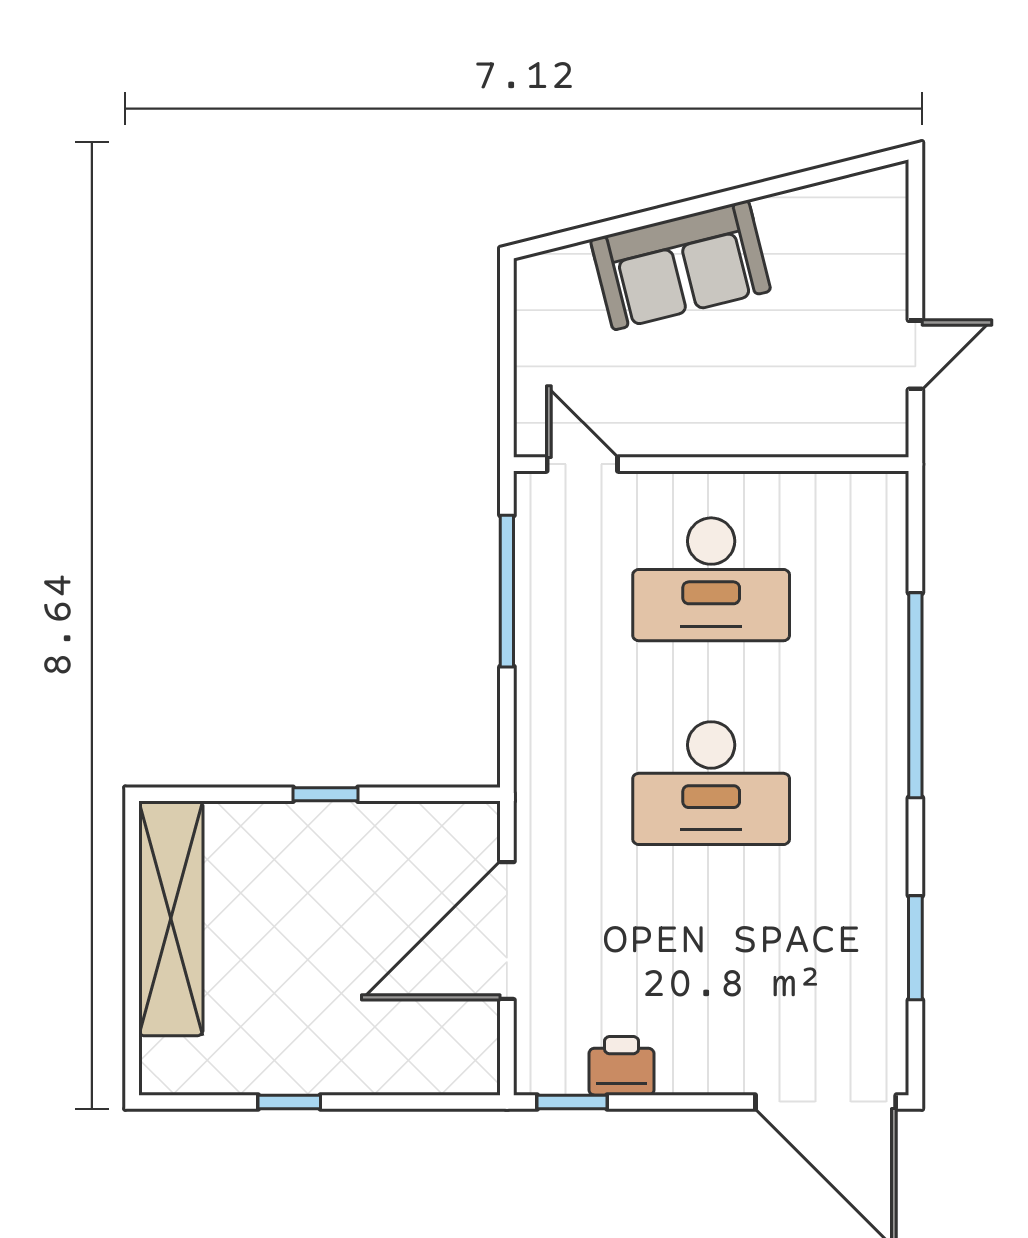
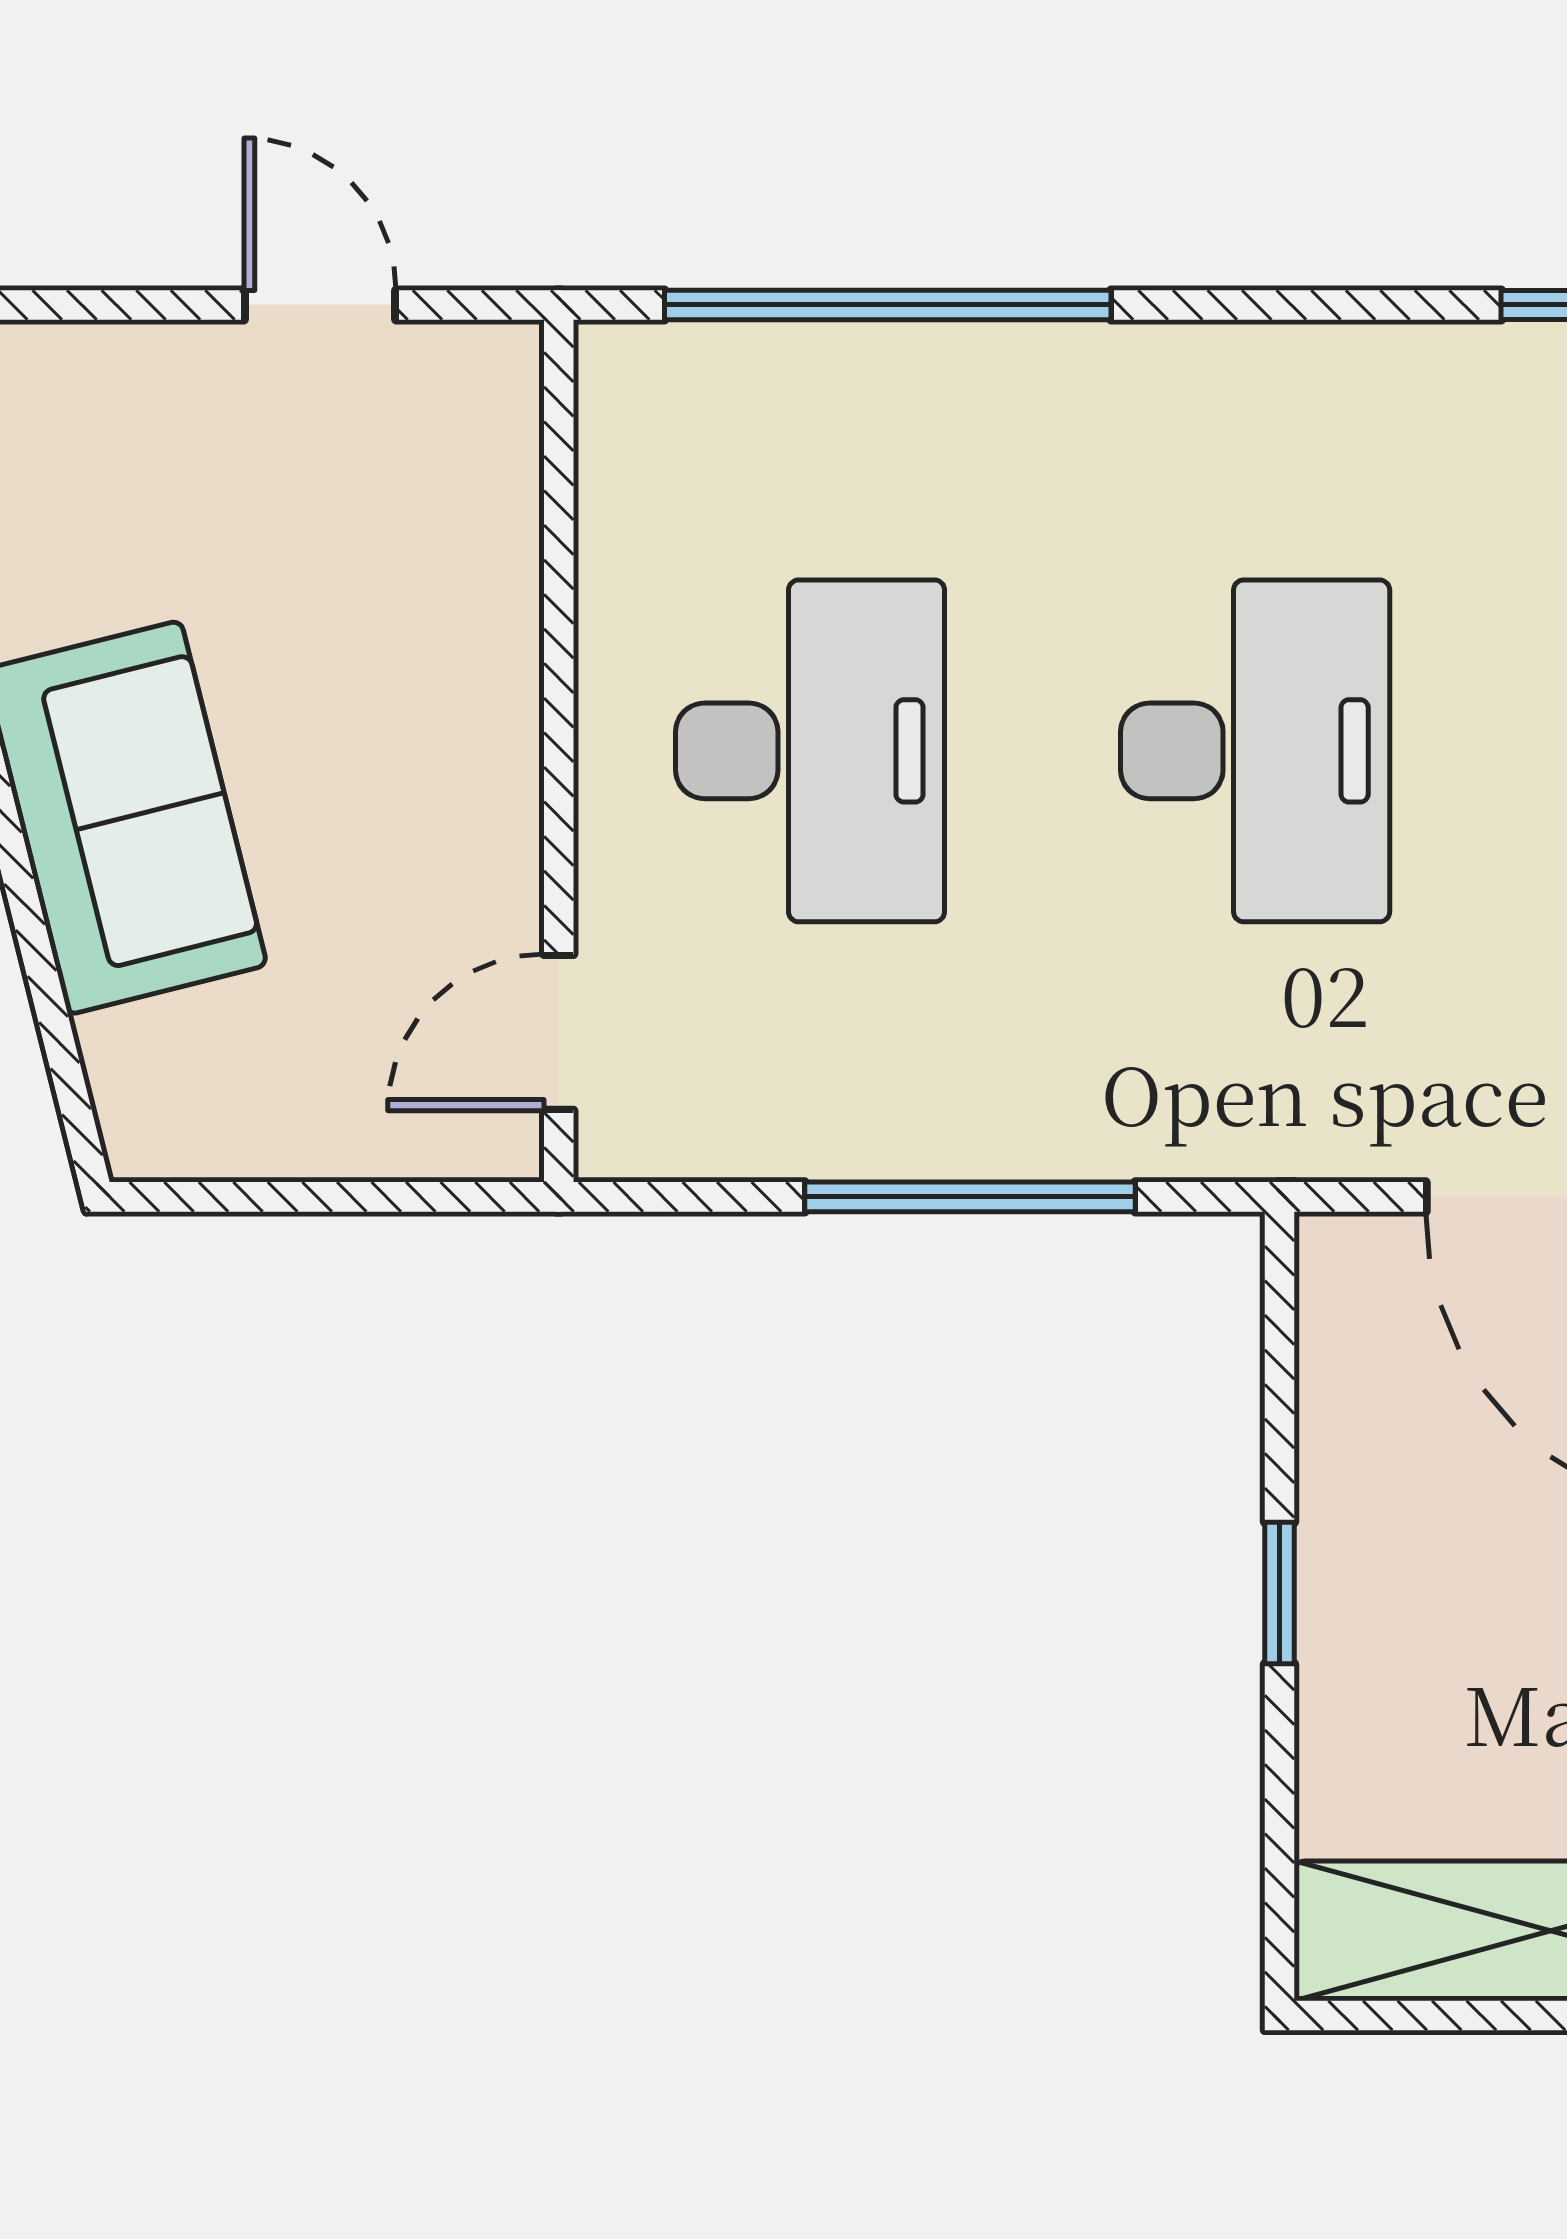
window: (507, 591) -> (970, 1197), moved
window: (915, 695) -> (888, 305), moved

